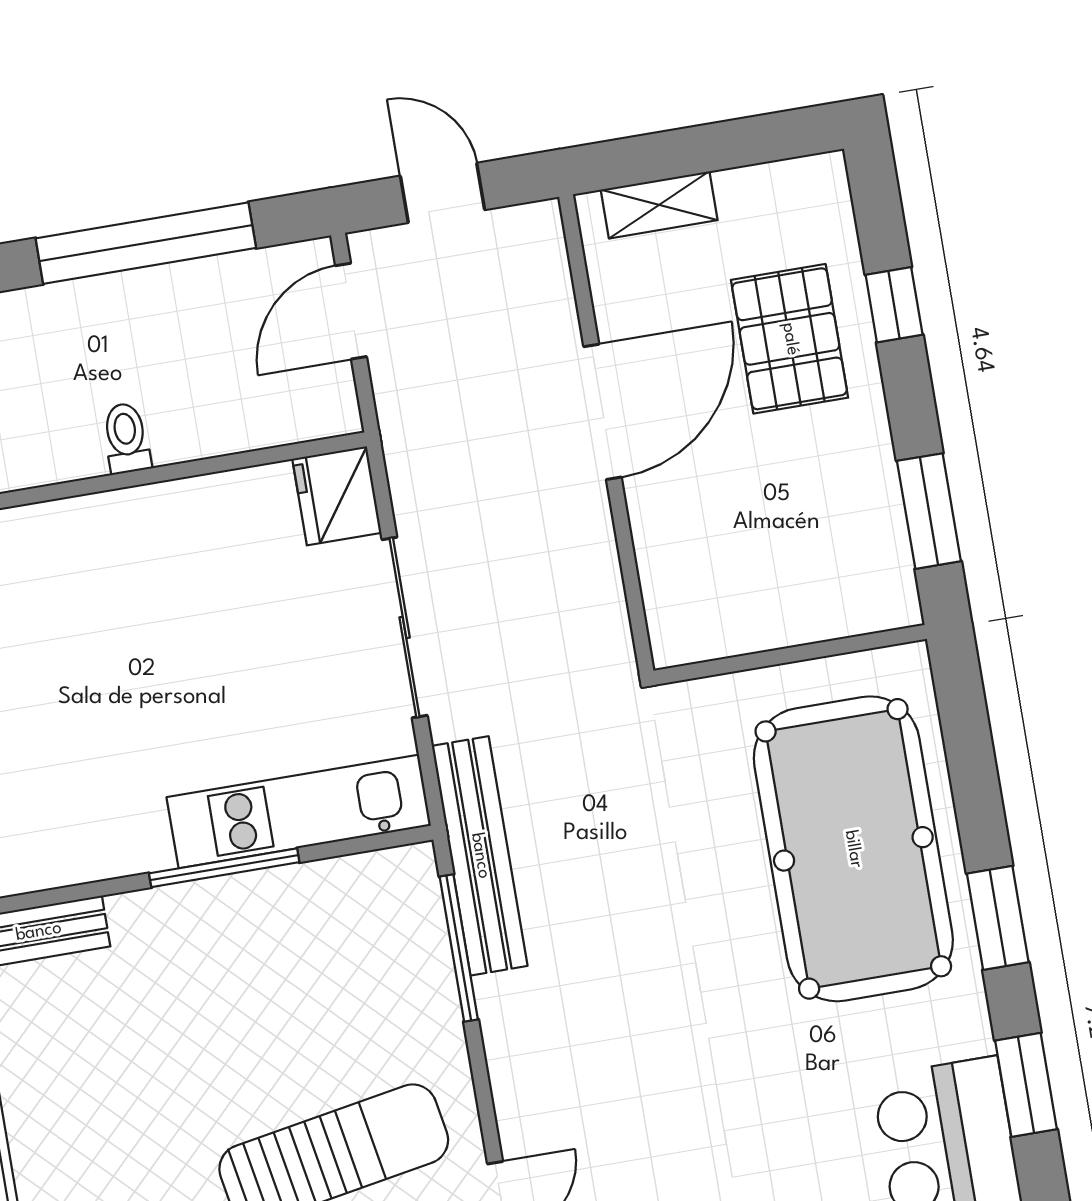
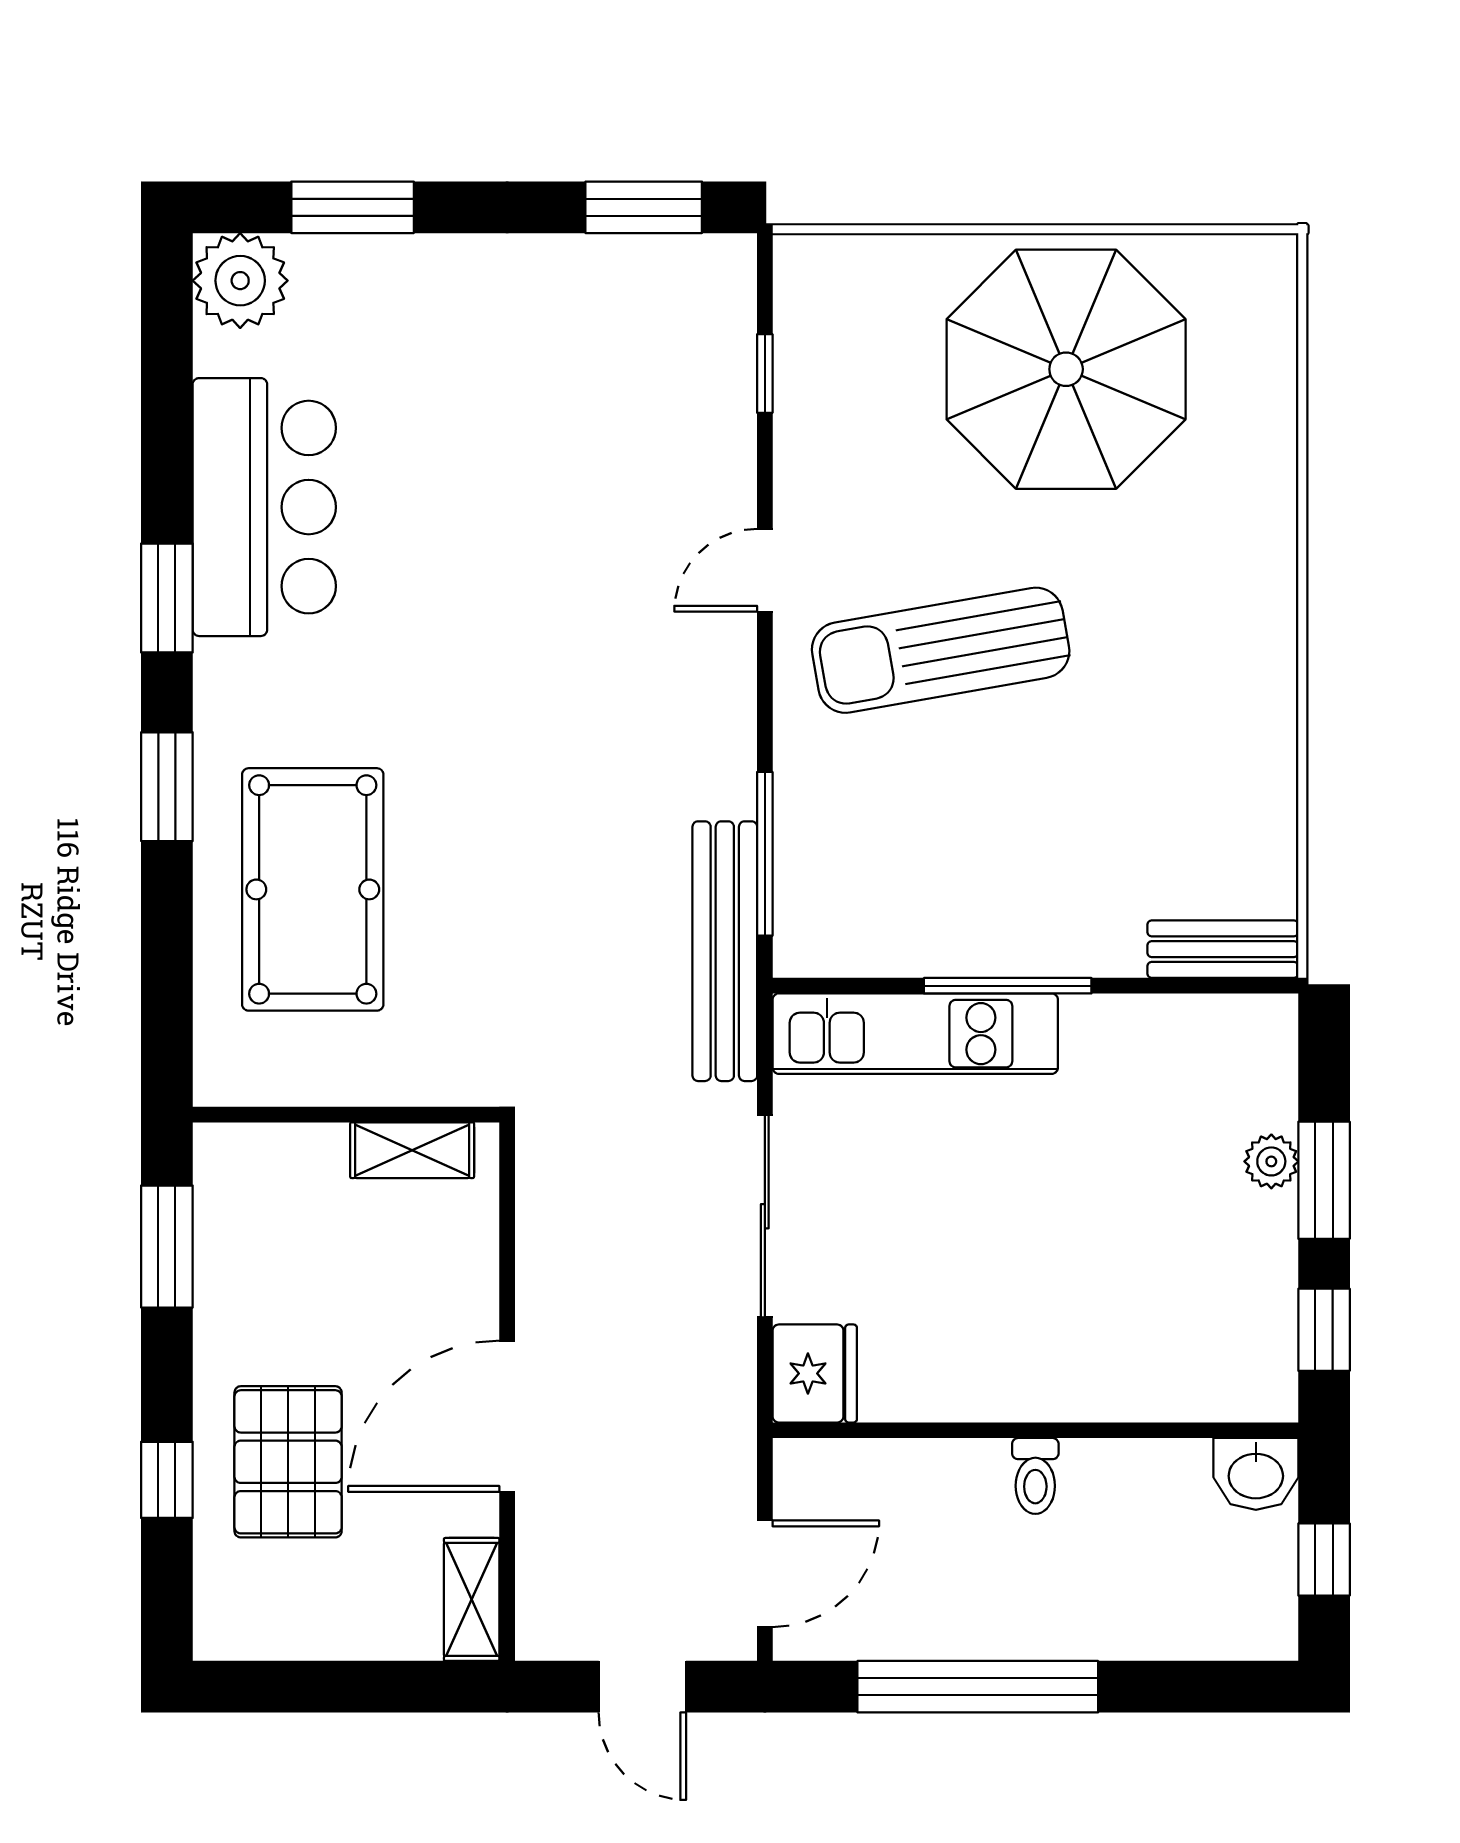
shelving: (659, 205) -> (472, 1599), moved, turned 90
shelving: (726, 633) -> (412, 1150), added
pool table: (853, 849) -> (313, 889), width x0.73, depth x0.76

